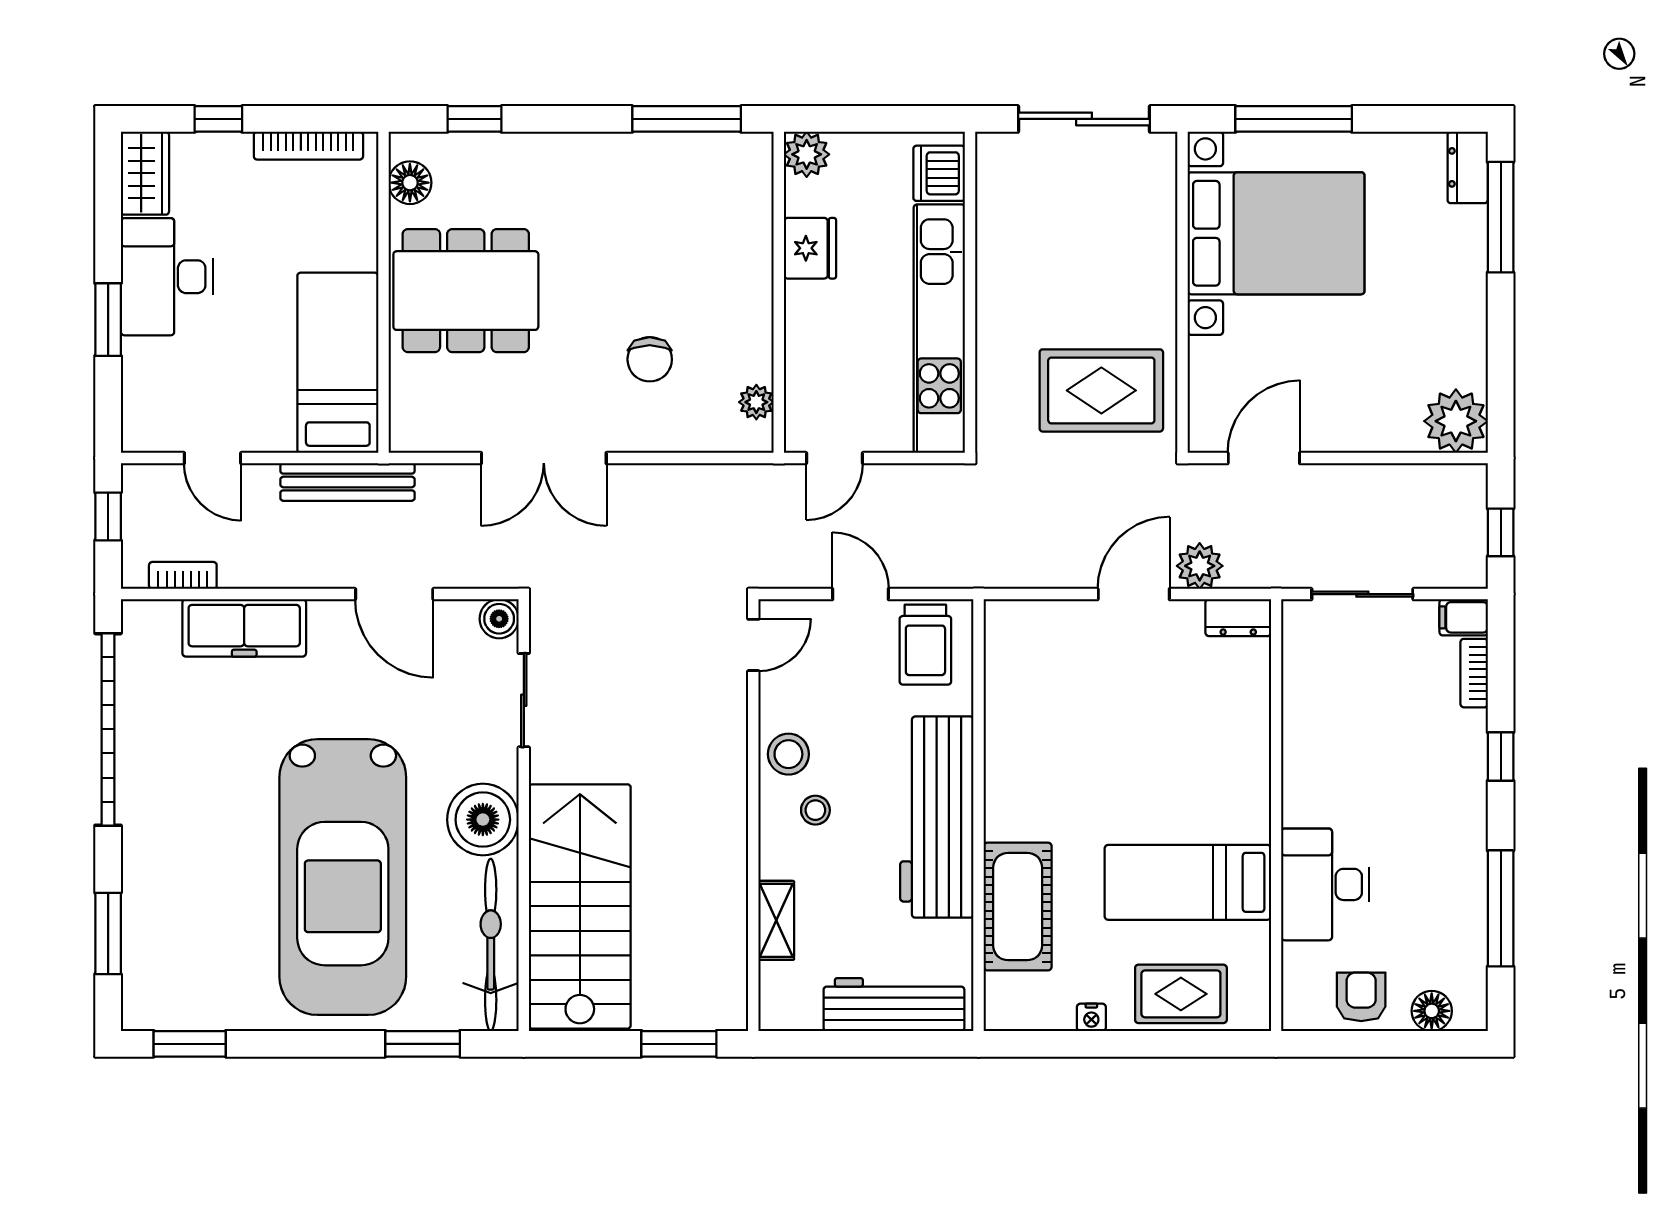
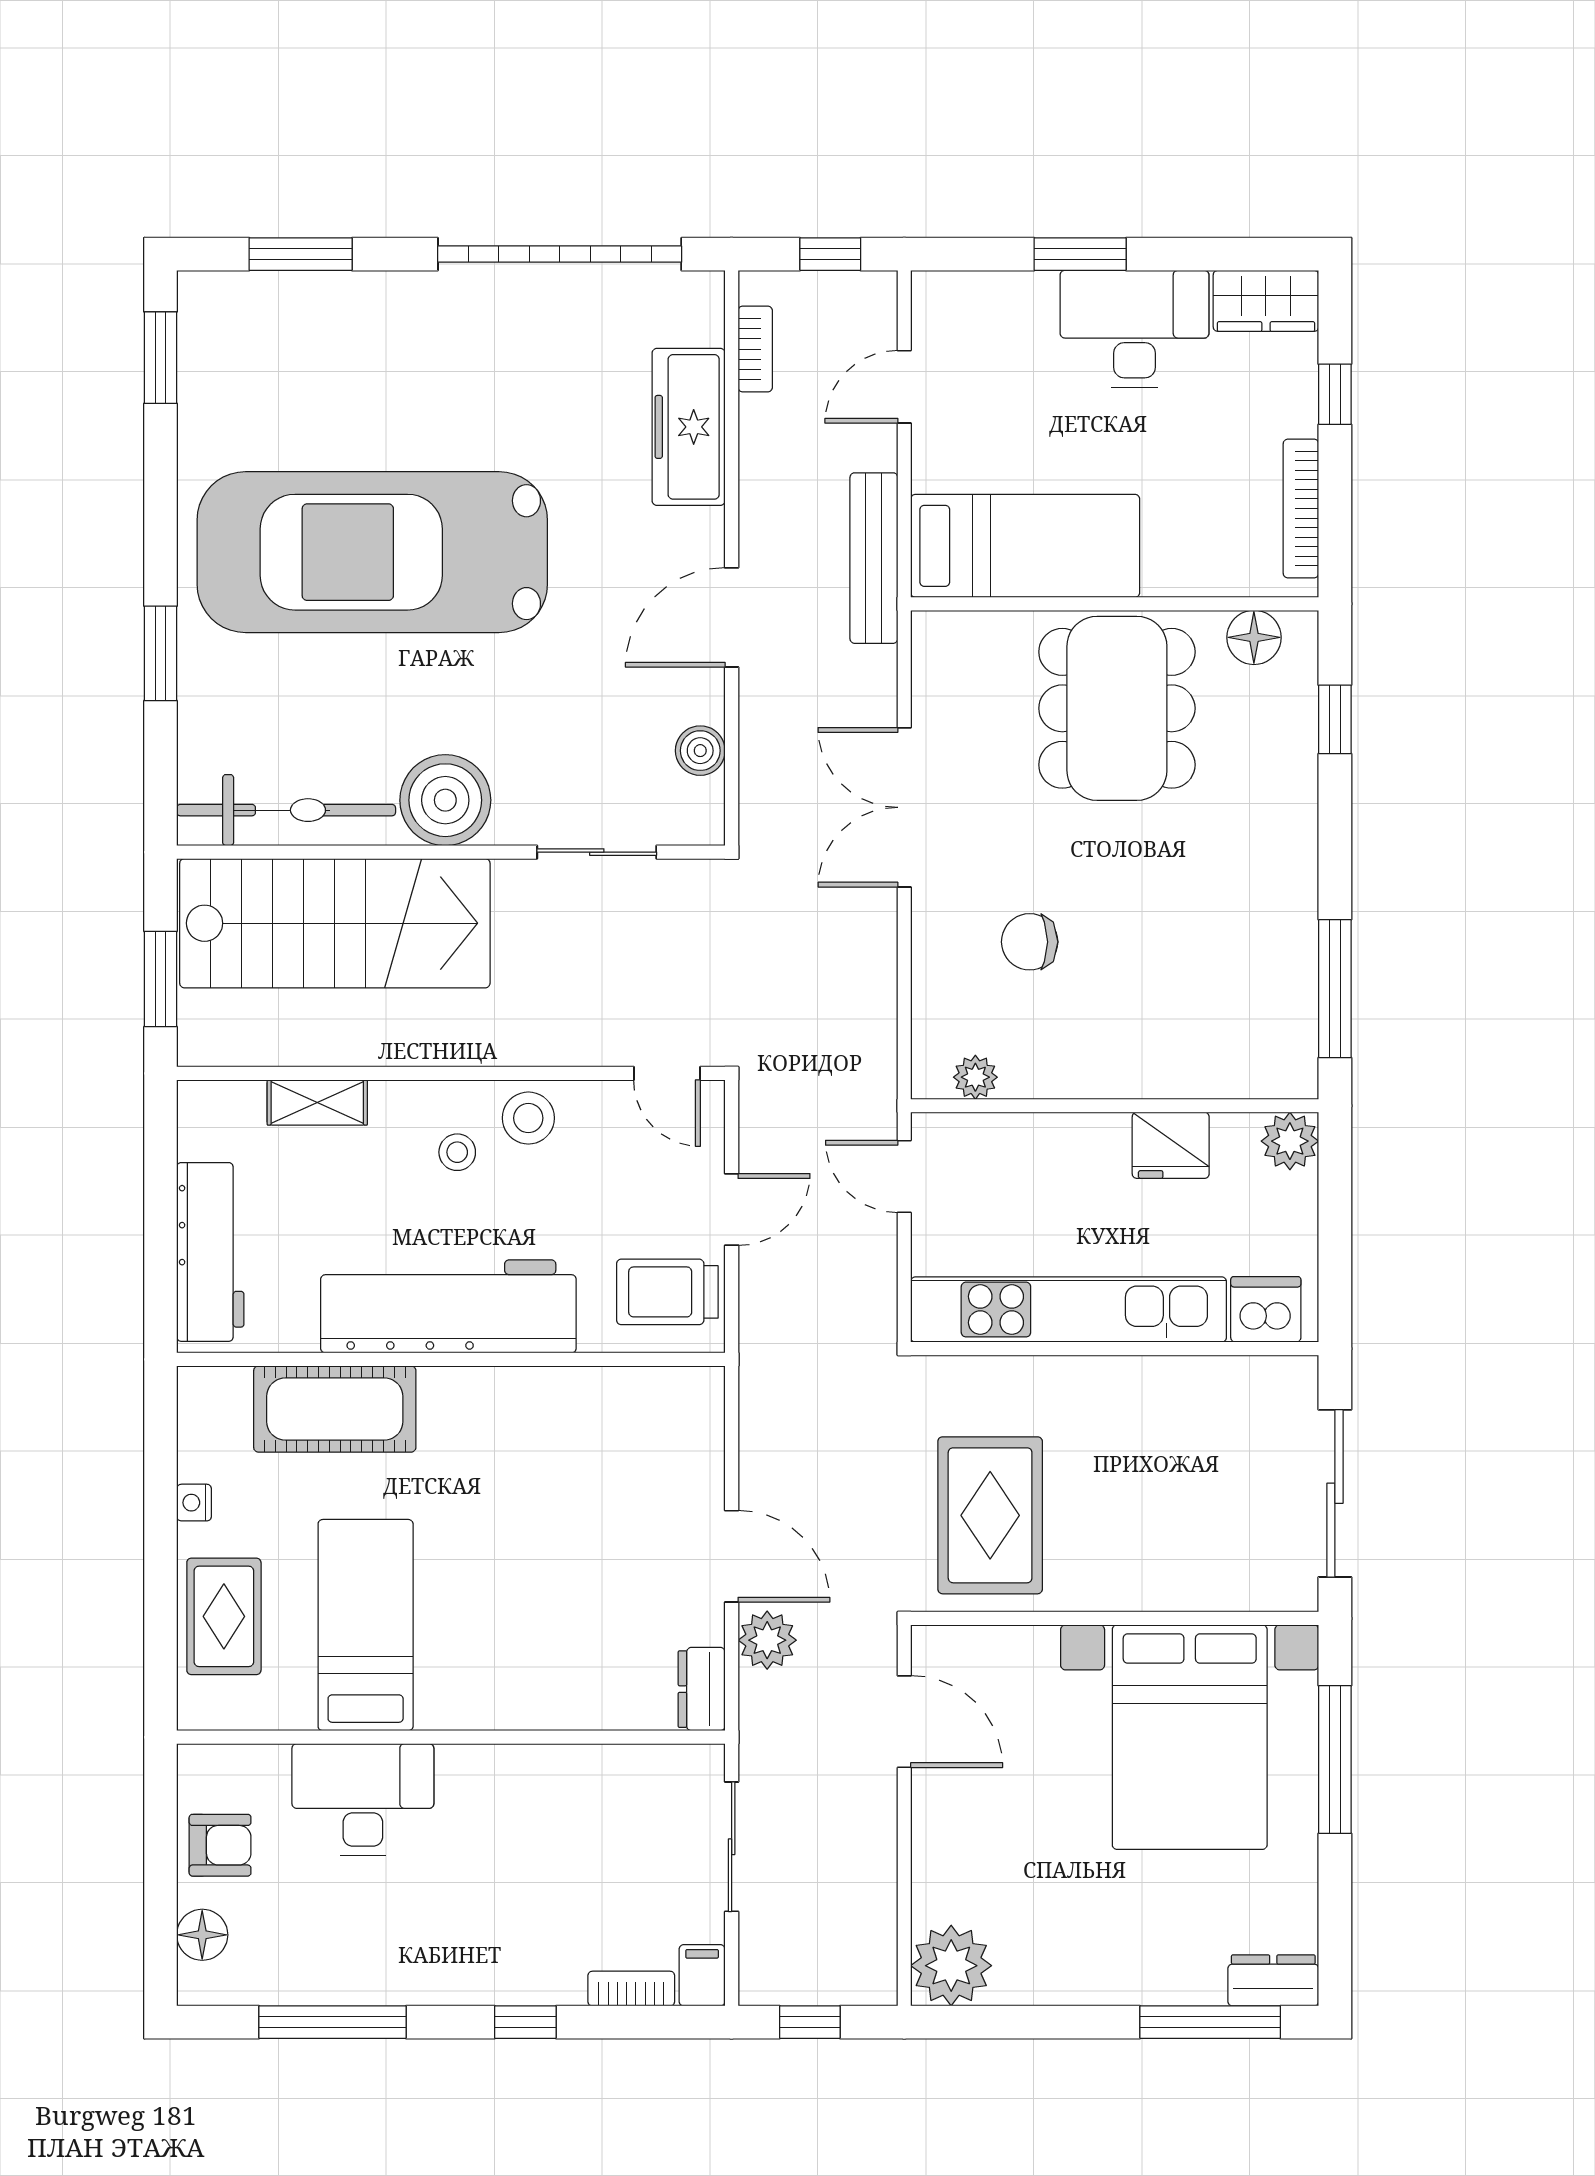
sliding door: (524, 700) -> (597, 852), moved
wall: (524, 815) -> (451, 852), moved
boiler: (483, 820) -> (445, 800), moved
stairs: (580, 906) -> (335, 923), moved
bicycle: (491, 945) -> (286, 810), moved

